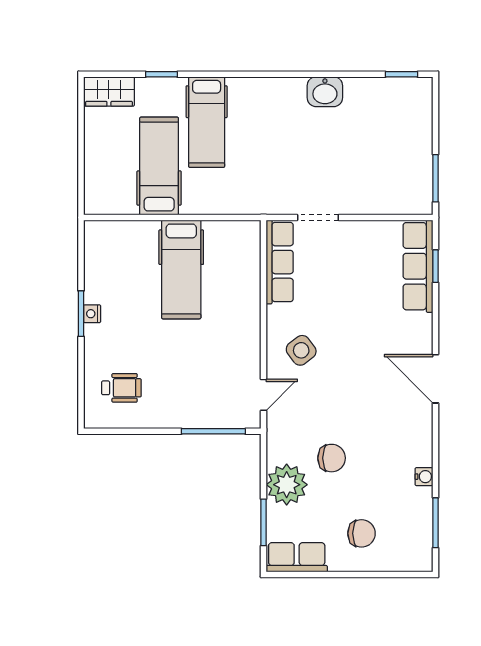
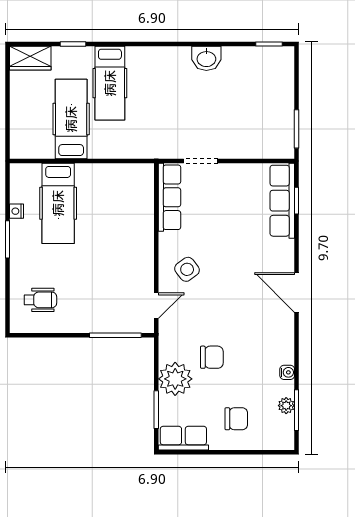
hospital bed: (181, 269) -> (58, 203), moved
nightstand: (92, 314) -> (16, 211), moved
plant: (423, 517) -> (286, 406), added

